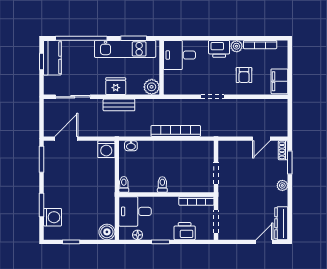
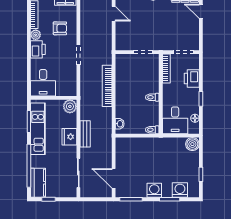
kitchen counter: (52, 58) -> (38, 183), moved, turned 90
washing machine: (106, 149) -> (154, 190), moved, turned -90

